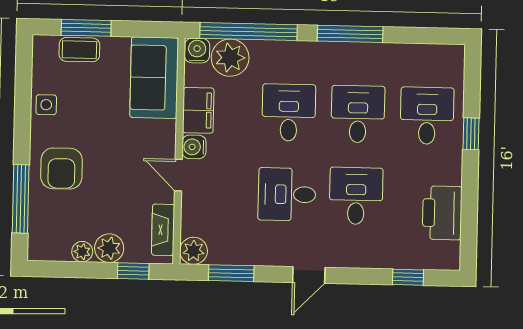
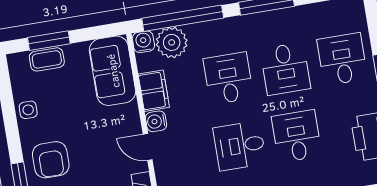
desk: (358, 114) -> (285, 69), turned 180

